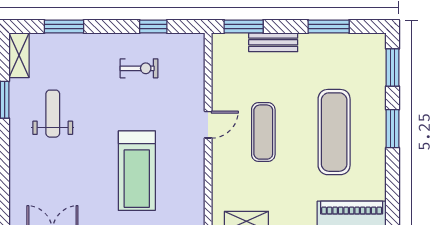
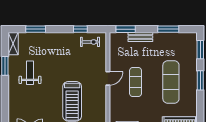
exercise bike: (139, 68) -> (90, 42), moved

